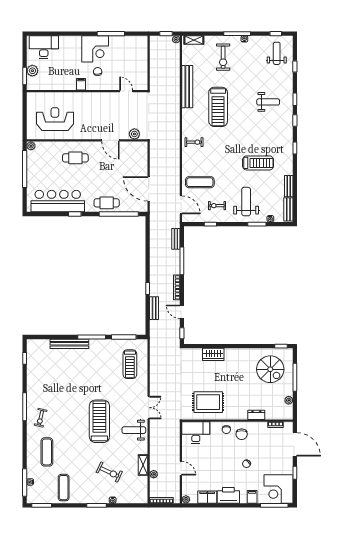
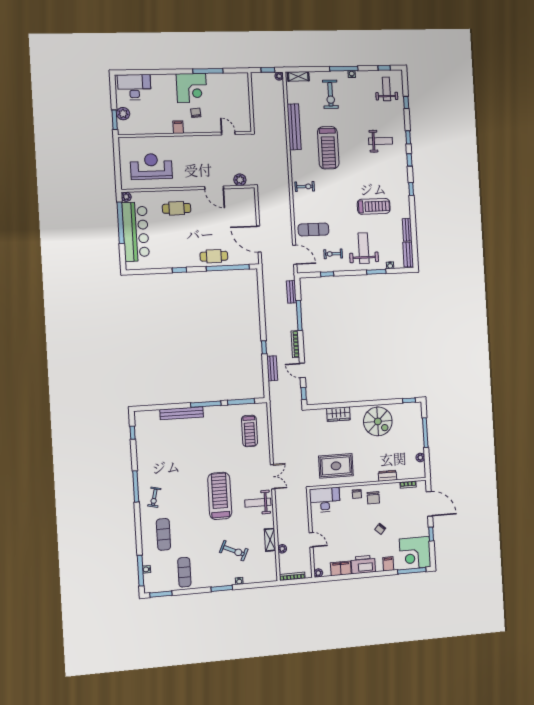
bar counter: (58, 201) -> (136, 232), moved, turned 90
spiral stairs: (270, 369) -> (378, 421), moved

